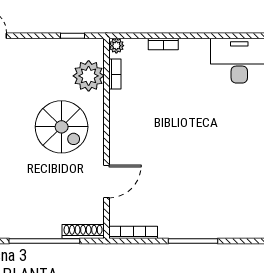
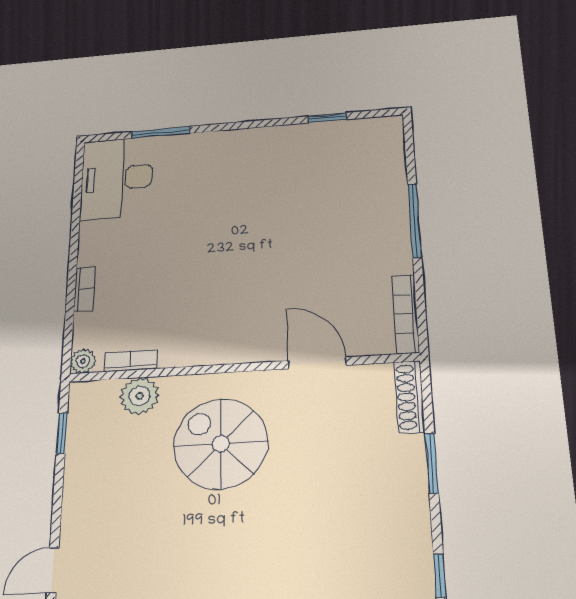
plant: (89, 76) -> (140, 396), width x0.73, depth x0.73
spiral stairs: (62, 127) -> (221, 444), turned -90
window: (44, 241) -> (432, 463), width x0.47

